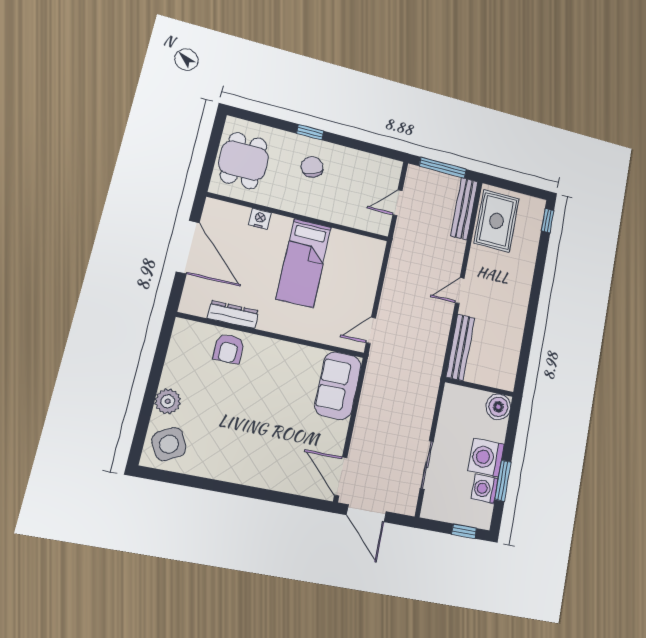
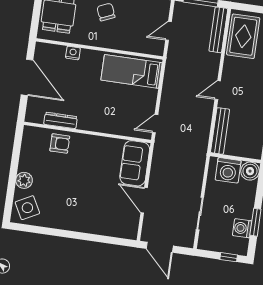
bed: (304, 263) -> (132, 71), moved, turned 90
armchair: (229, 349) -> (60, 144), turned -90
washing machine: (486, 457) -> (228, 170), moved, turned -90
door: (341, 476) -> (144, 200), moved

